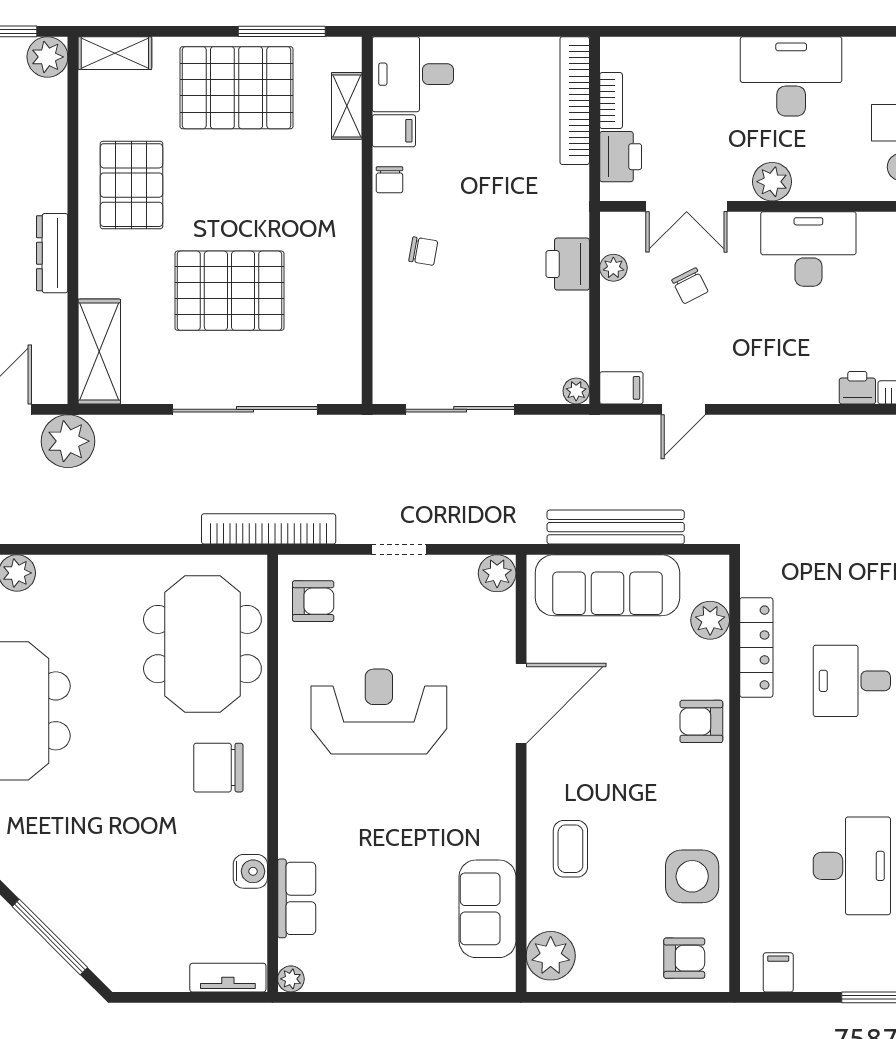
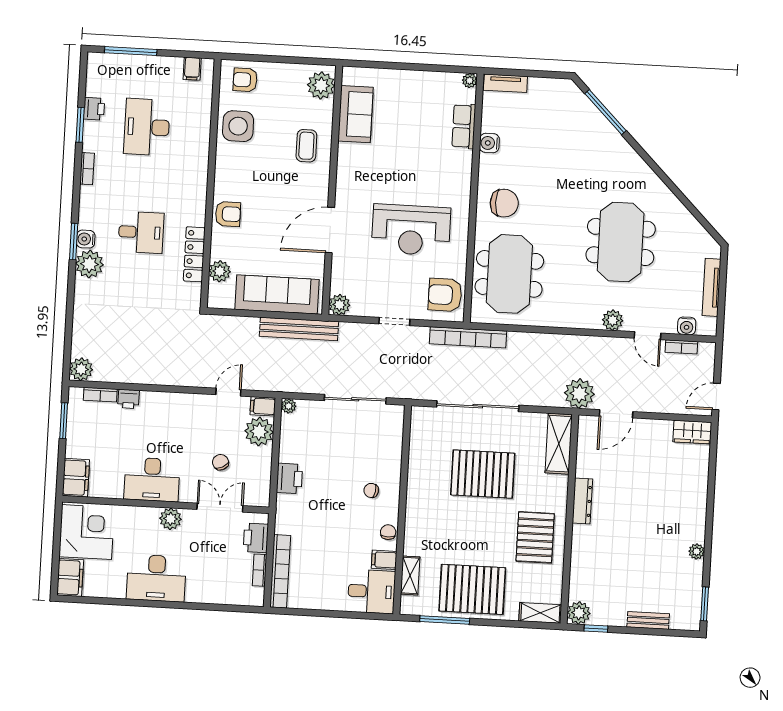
plant: (613, 268) -> (259, 432), moved, width x1.88, depth x1.88
bench: (616, 527) -> (299, 329), moved
armchair: (313, 601) -> (445, 295), width x1.38, depth x1.38

